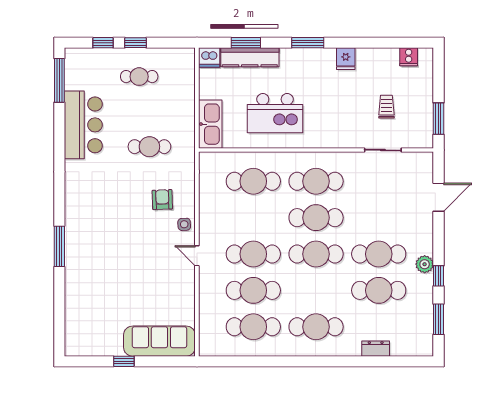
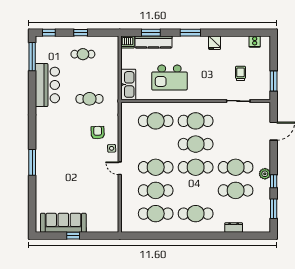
window: (103, 43) -> (49, 33), moved
sofa: (159, 341) -> (63, 223), moved

